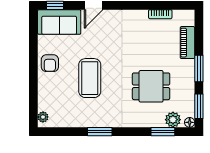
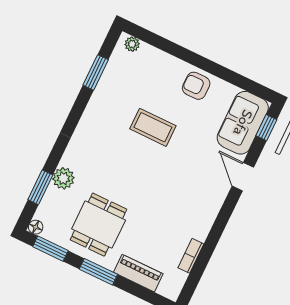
coffee table: (90, 78) -> (153, 127), width x0.73, depth x0.76
dining table: (151, 86) -> (99, 225), moved
plant: (173, 120) -> (63, 178), moved
window: (100, 132) -> (96, 72), moved

